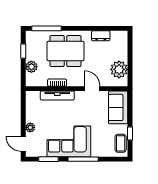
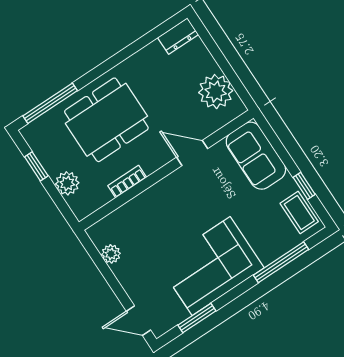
dresser: (101, 36) -> (178, 36), moved
tv unit: (57, 95) -> (142, 203), removed
plant: (30, 127) -> (111, 254), moved
window: (83, 159) -> (281, 262), moved

